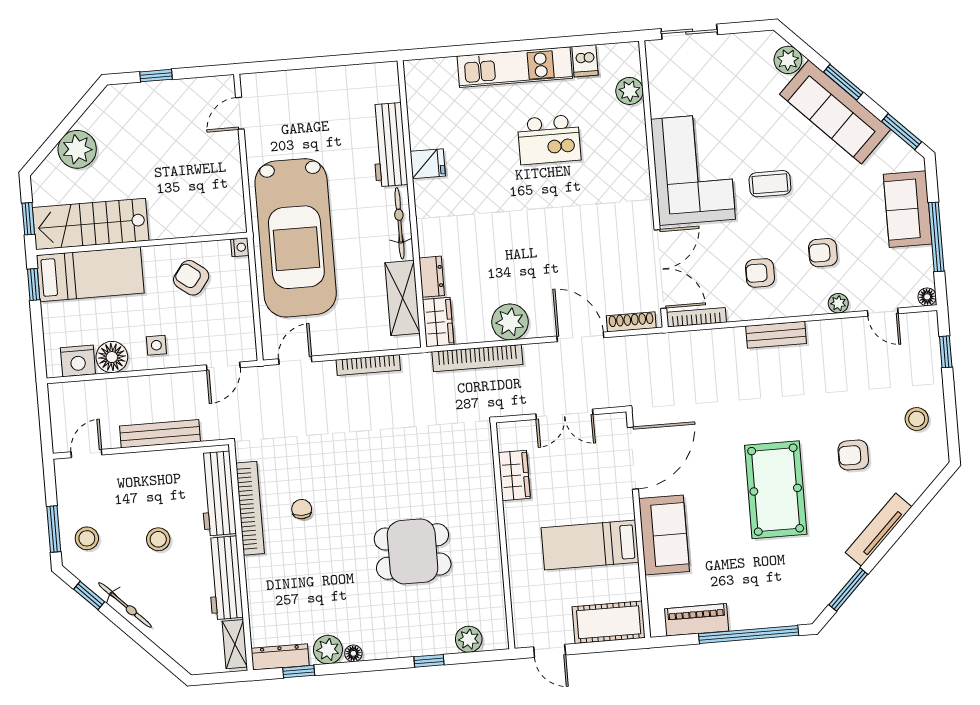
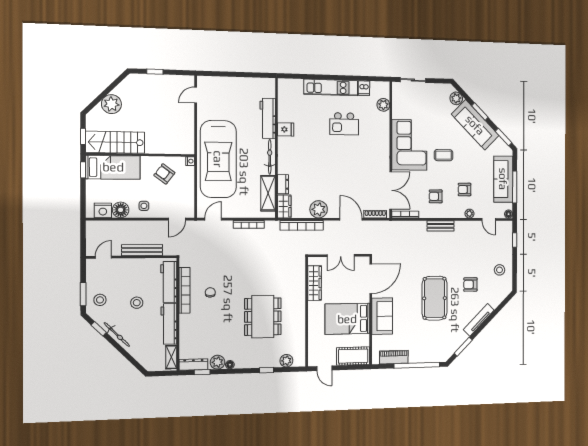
sofa: (908, 209) -> (503, 179), width x1.36
wardrobe: (514, 475) -> (315, 283), width x1.50
bed: (590, 545) -> (347, 319), width x1.50
dining table: (413, 551) -> (263, 317), width x1.38

